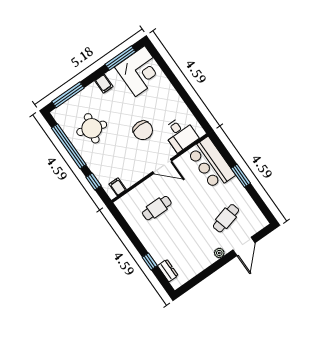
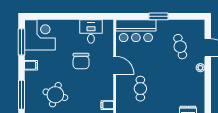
chair: (143, 130) -> (81, 61), turned 90
desk: (180, 134) -> (91, 31), moved, turned -90
door: (162, 166) -> (115, 65), hinge flipped

